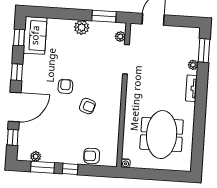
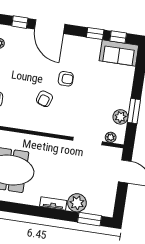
window: (104, 16) -> (134, 111), moved
plant: (82, 27) -> (120, 117), moved
plant: (193, 65) -> (77, 203), width x1.88, depth x1.88
window: (17, 72) -> (95, 34), moved

